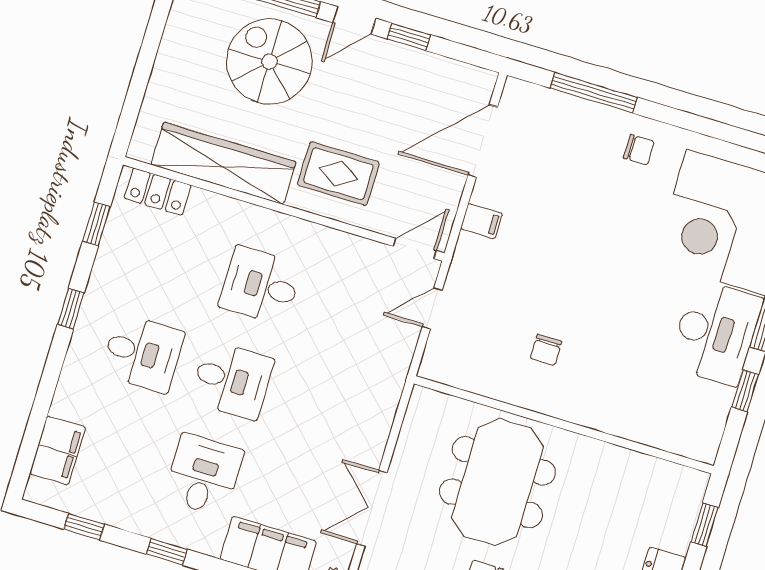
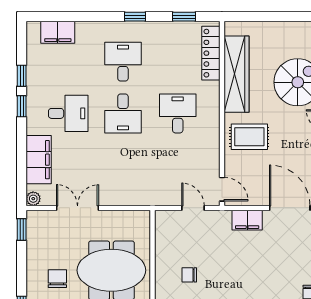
rug: (338, 174) -> (249, 137), turned 90
locker: (158, 192) -> (211, 53), width x1.53
filing cabinet: (481, 221) -> (247, 220), width x2.00
desk: (142, 353) -> (123, 62), turned 180
window: (84, 527) -> (22, 76), moved

